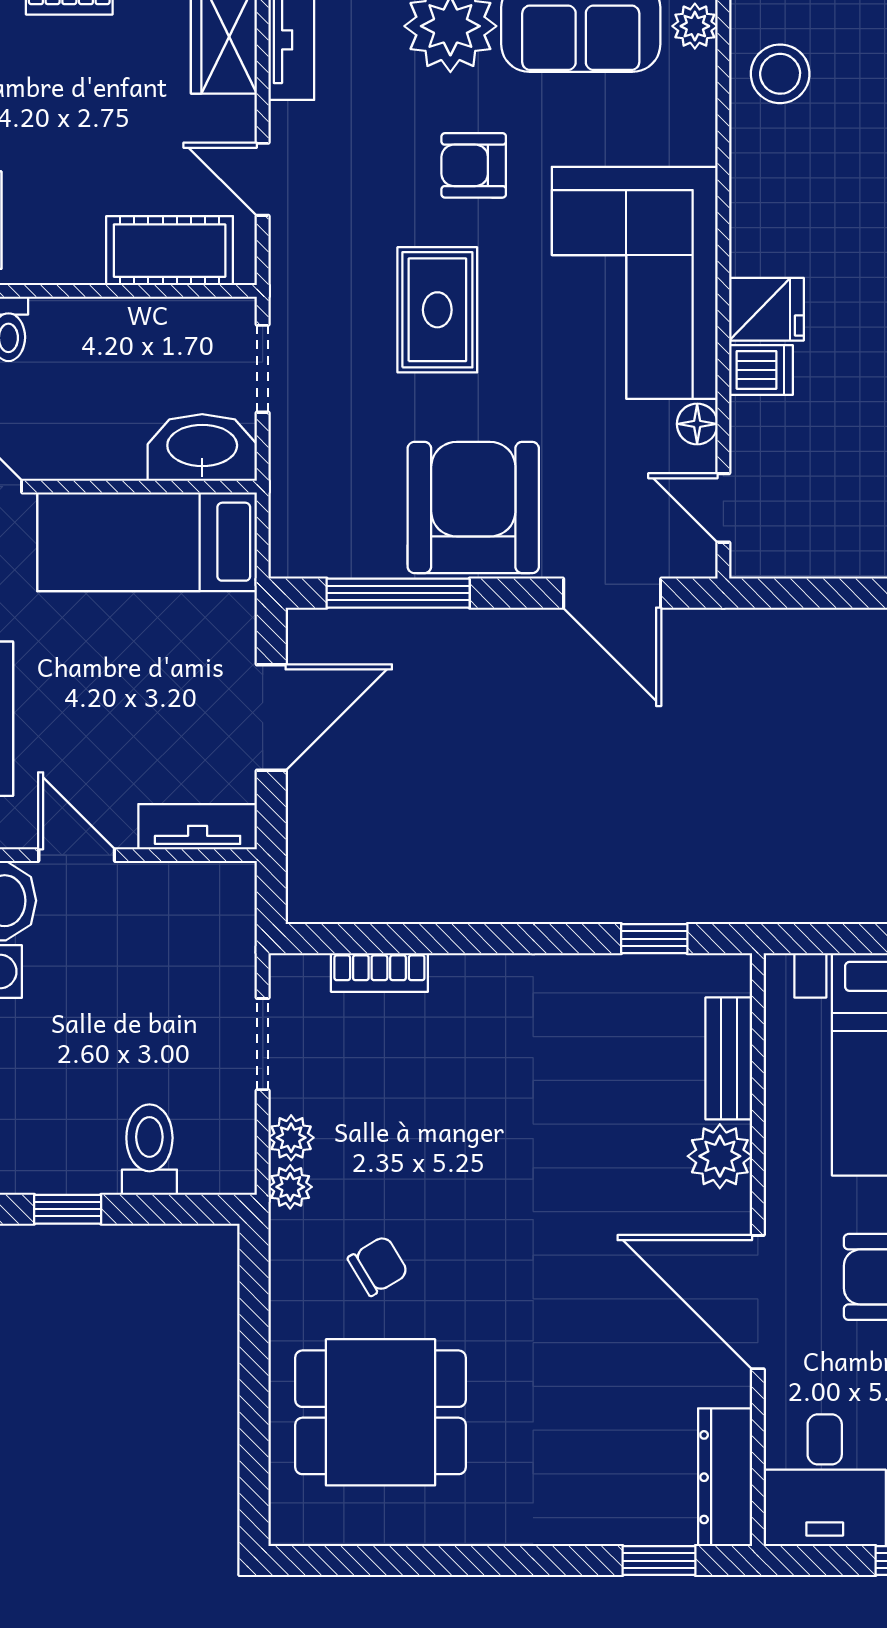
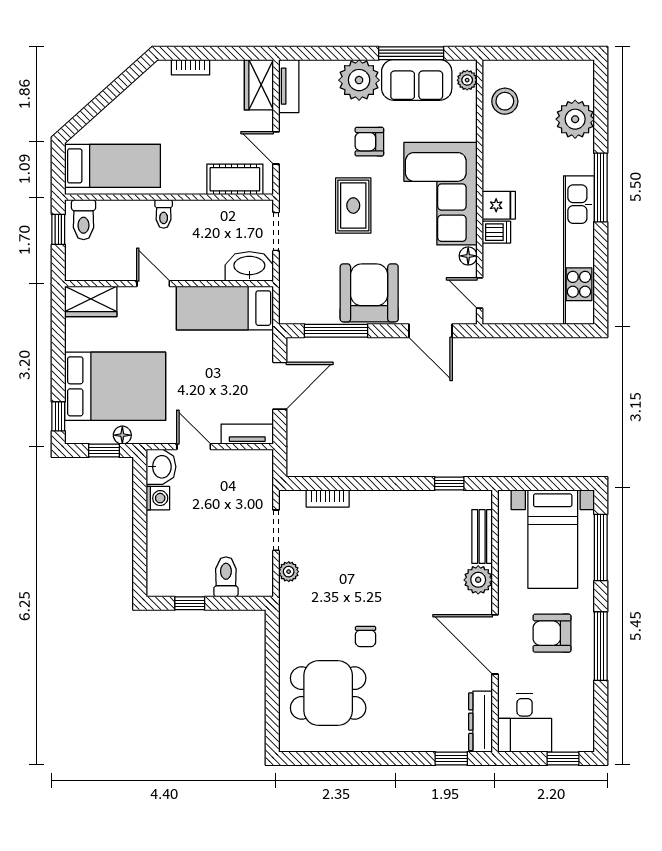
plant: (290, 1187) -> (288, 593), removed
chair: (378, 1266) -> (366, 637), moved, turned 121

